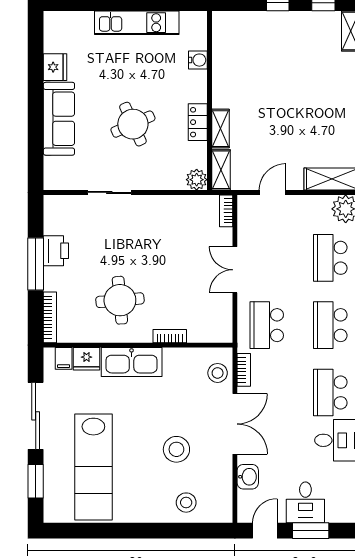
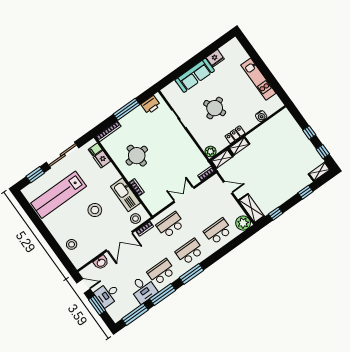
printer: (56, 251) -> (151, 105), moved
kitchen sink: (132, 362) -> (125, 195), moved
stool: (176, 449) -> (95, 210), moved

